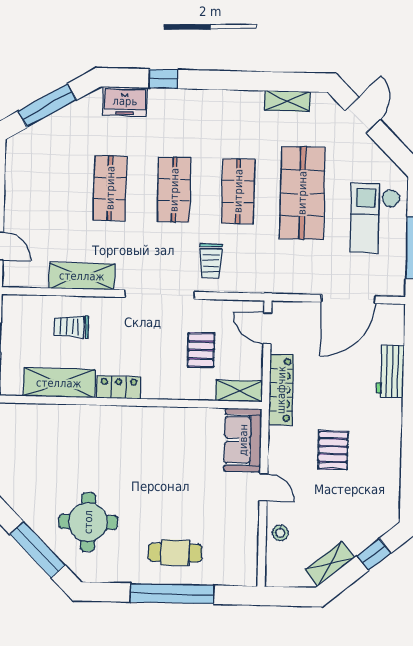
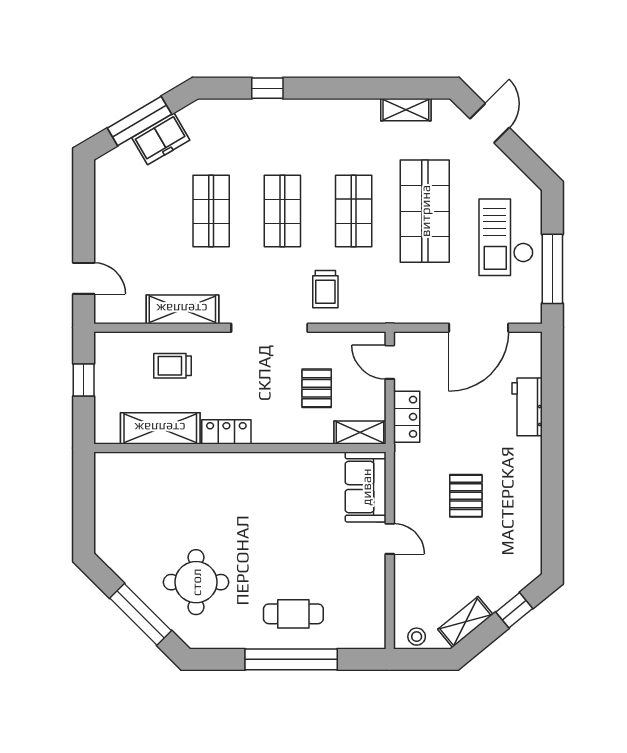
freezer: (125, 101) -> (161, 139), moved, turned -30
locker: (281, 390) -> (407, 417), width x0.66
stool: (280, 533) -> (417, 637), moved

